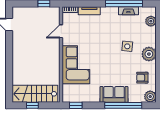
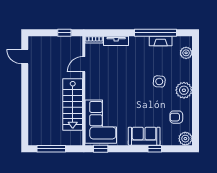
corner sofa: (76, 65) -> (101, 122), moved
stairs: (35, 94) -> (73, 104), moved, turned -90
window: (32, 105) -> (51, 149), width x2.17
window: (123, 105) -> (155, 149), width x0.32

